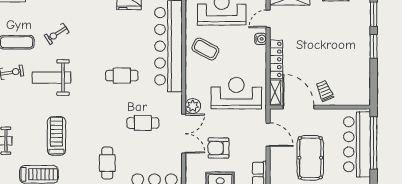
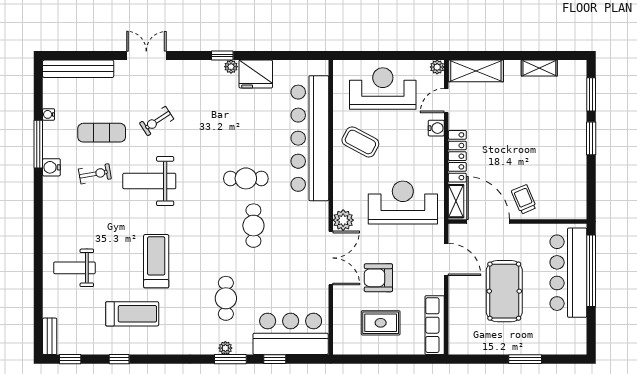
cafe table: (143, 123) -> (253, 226), moved, turned 90

